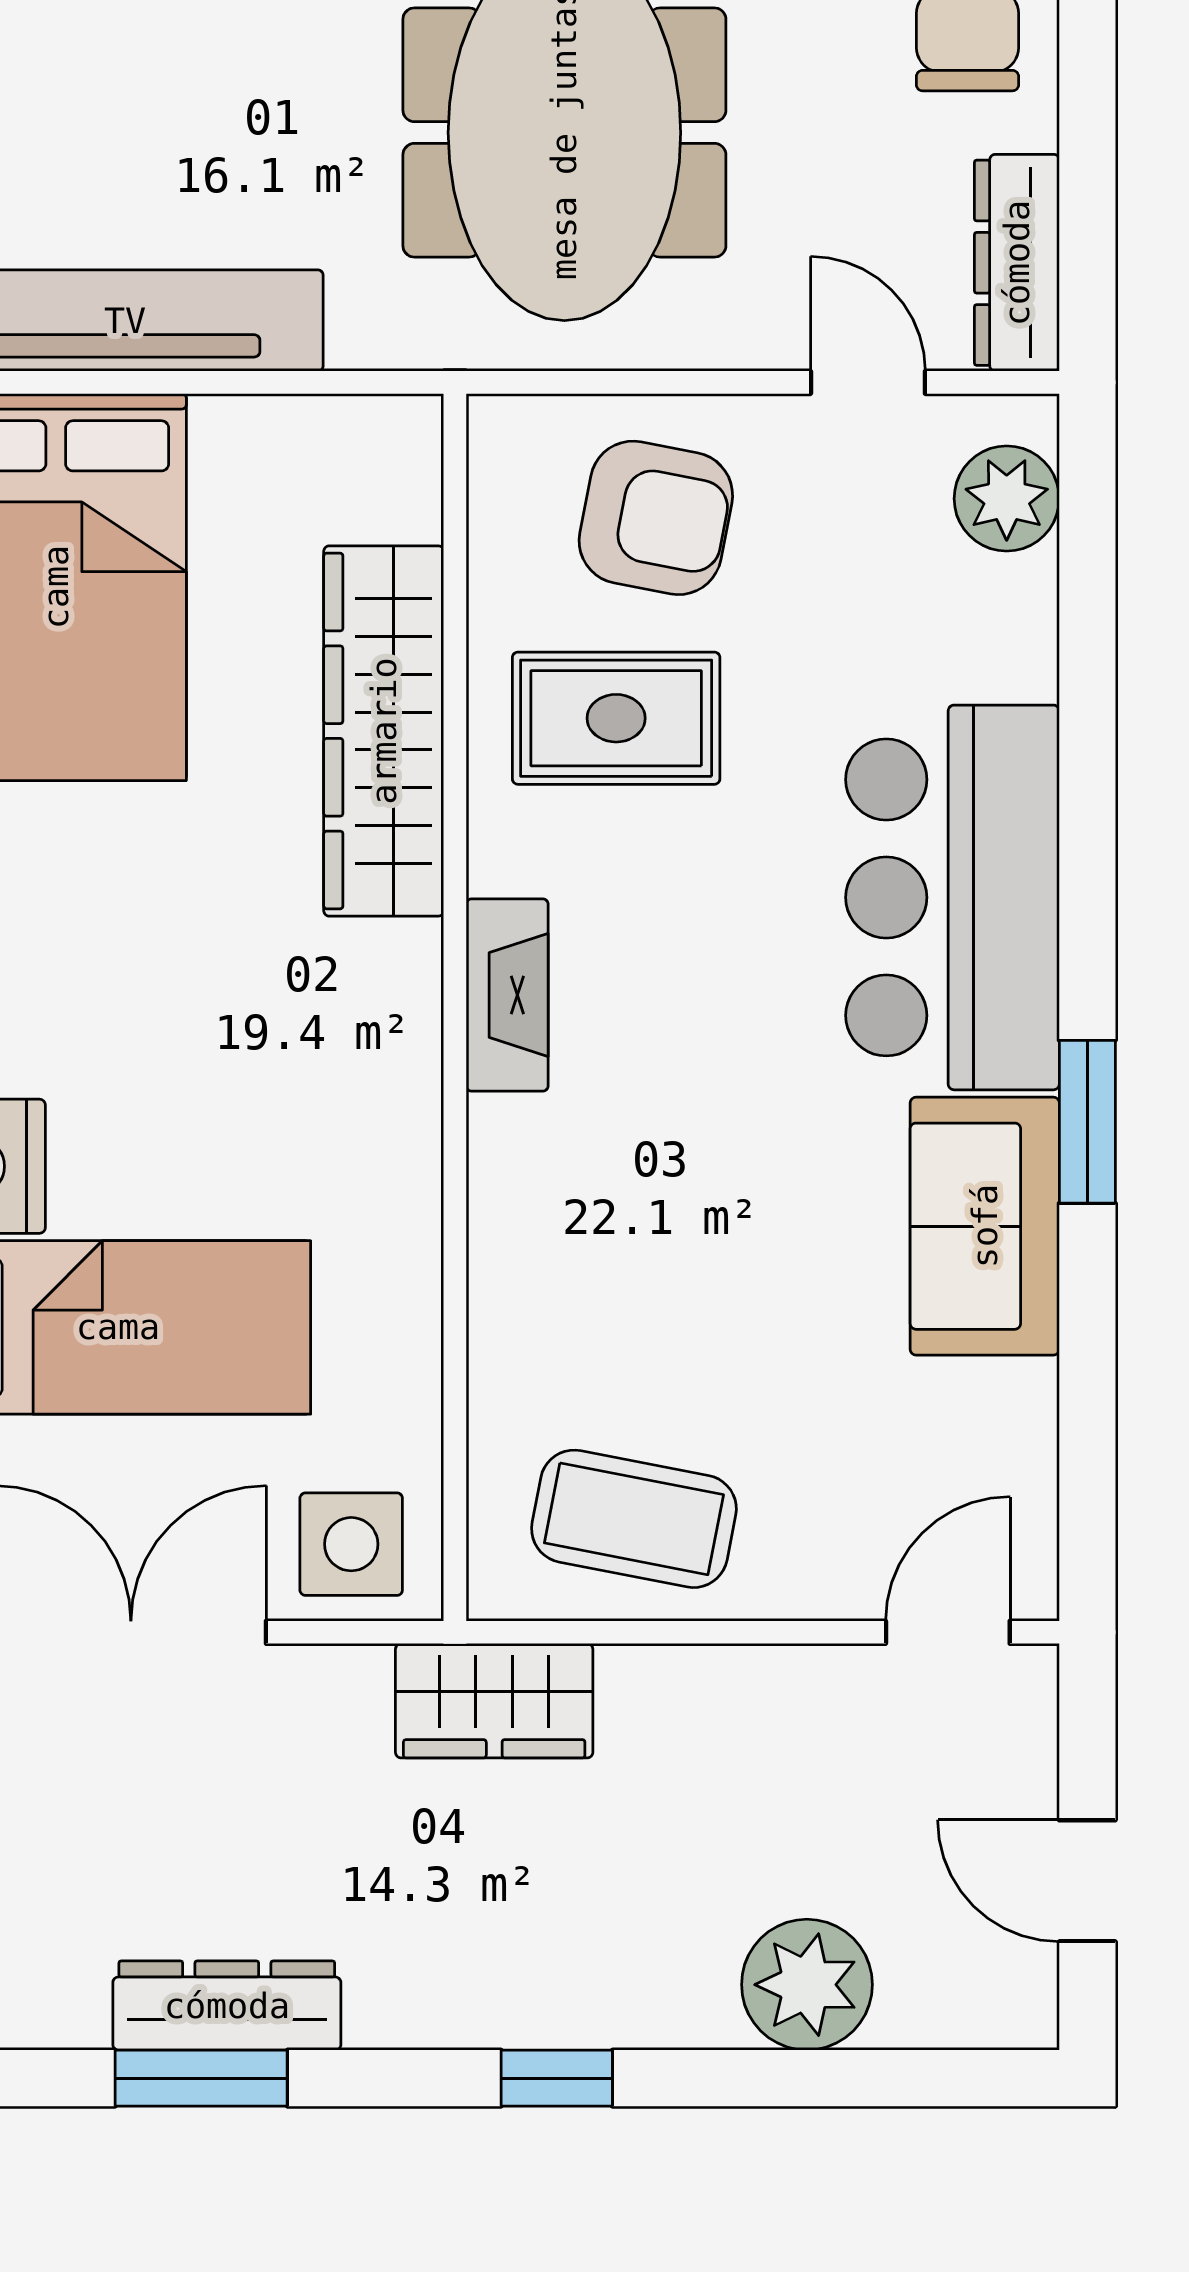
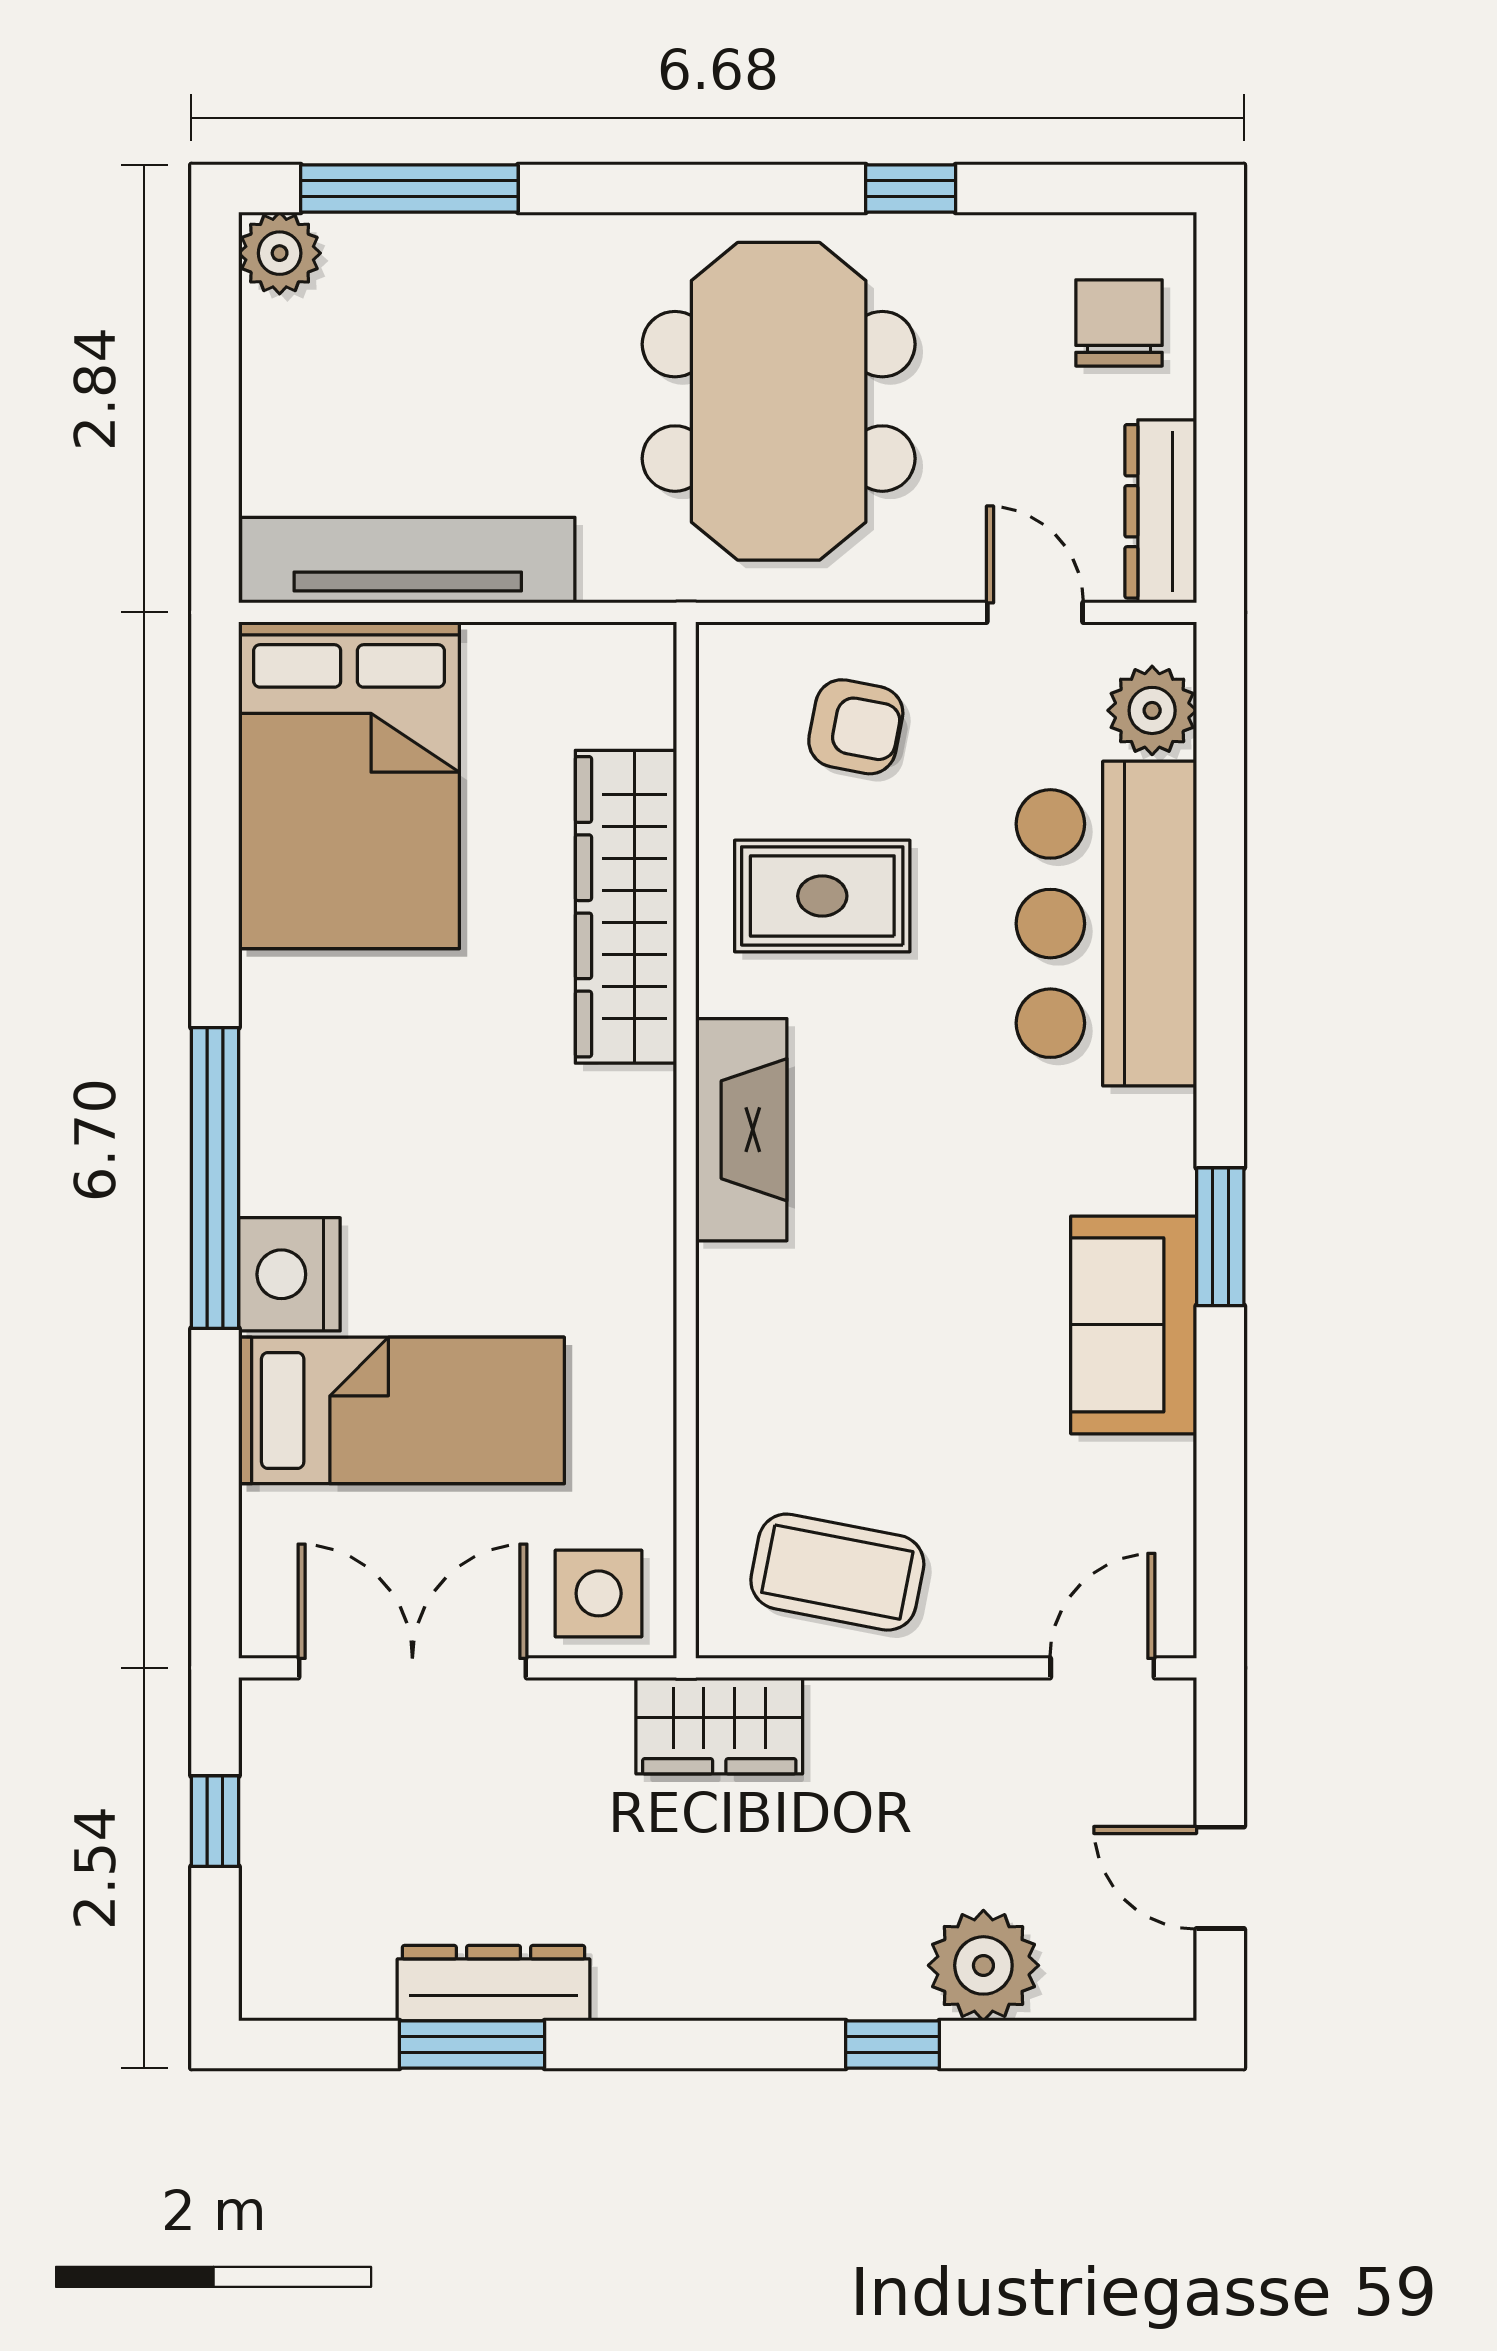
armchair: (656, 518) -> (856, 727), width x0.72, depth x0.72
bar counter: (952, 897) -> (1106, 924), moved
fireplace: (507, 995) -> (741, 1130), width x1.37, depth x1.32
window: (557, 2078) -> (893, 2044), moved

